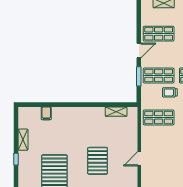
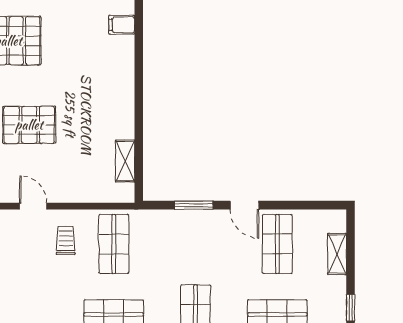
shop shelf: (159, 76) -> (196, 244), removed
trolley: (170, 92) -> (66, 240), moved

